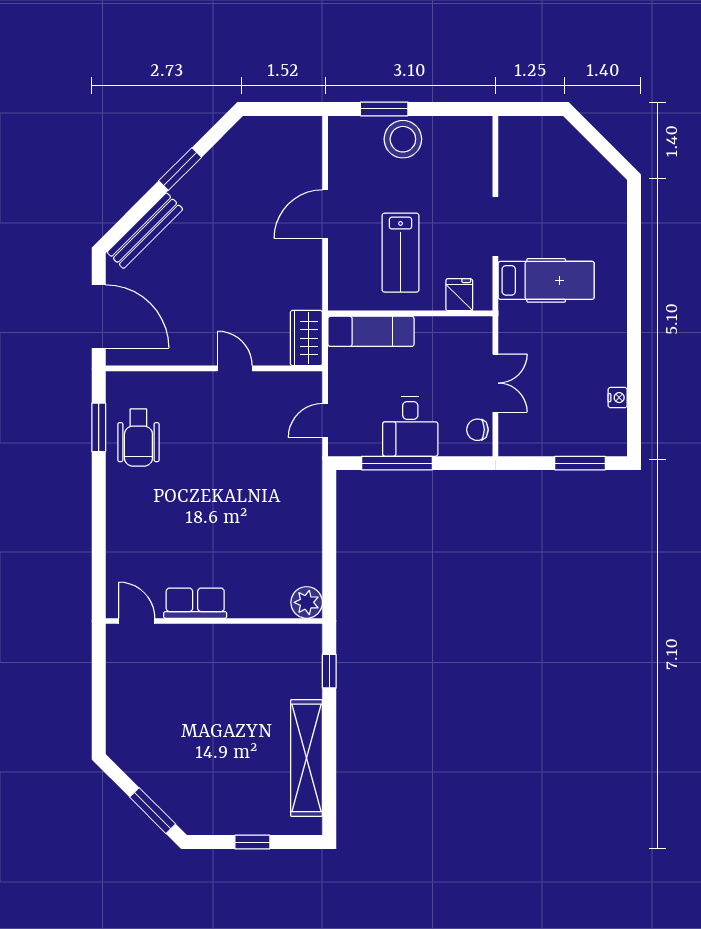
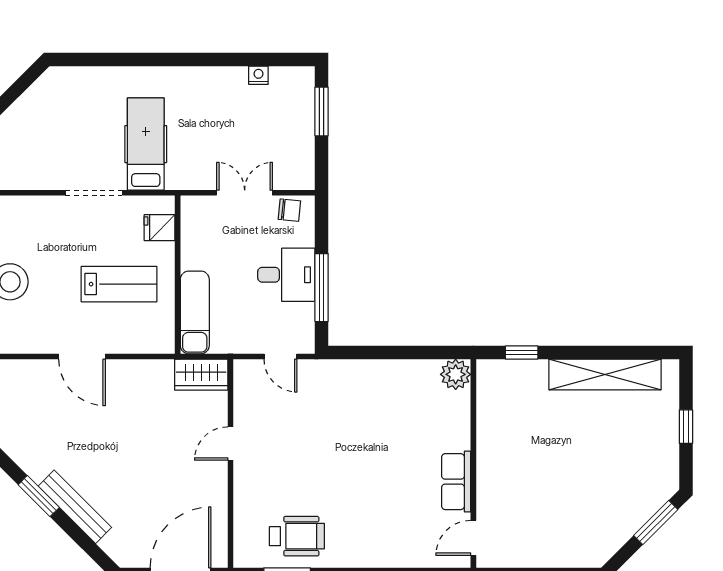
bench: (145, 231) -> (75, 507), moved
chair: (477, 430) -> (289, 210), turned -84

